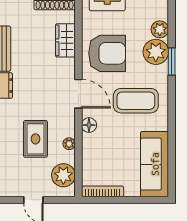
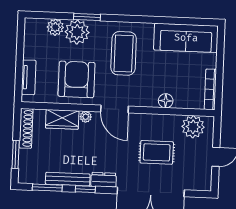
door: (78, 94) -> (115, 109), swing flipped
floor lamp: (89, 125) -> (166, 101), moved
plant: (69, 144) -> (86, 117), moved

